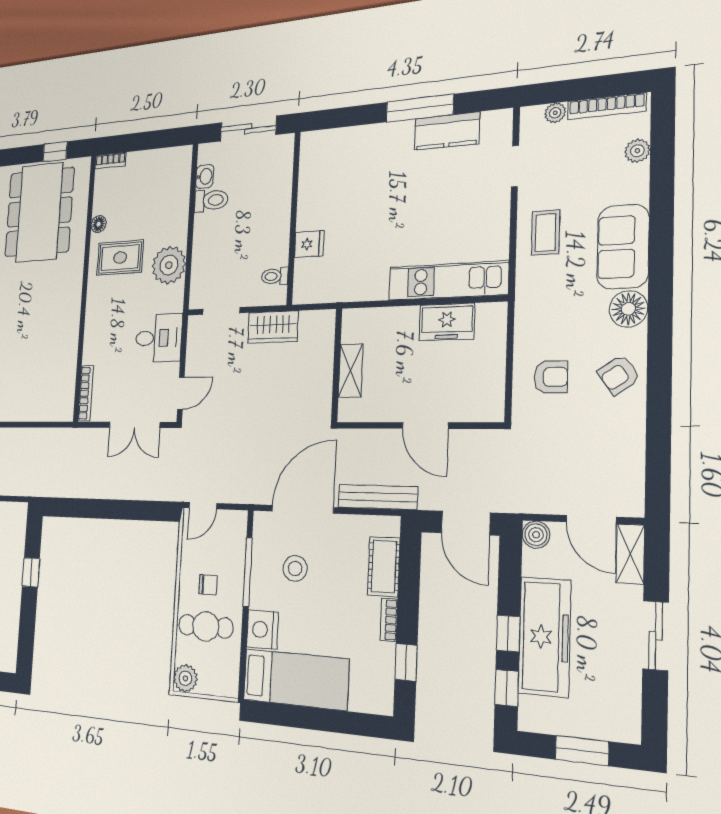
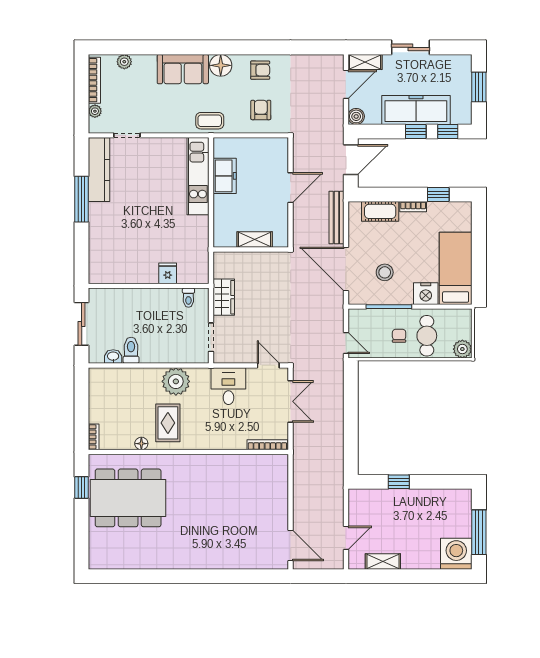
kitchen counter: (447, 131) -> (99, 170), width x1.50
coffee table: (546, 233) -> (210, 121), moved
armchair: (619, 375) -> (260, 70), turned -56

